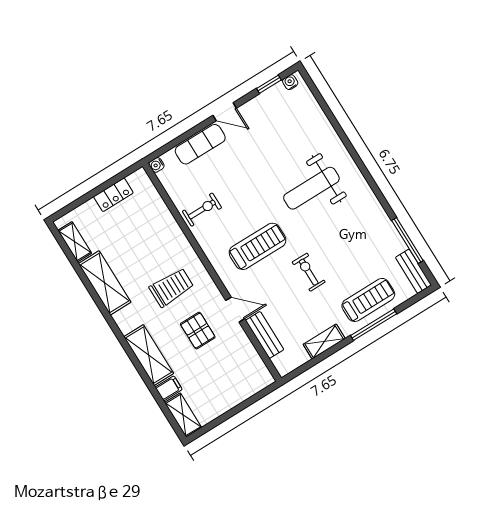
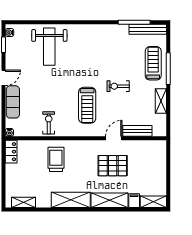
weight bench: (311, 188) -> (49, 47), moved
locker: (113, 195) -> (11, 152), moved
treadmill: (258, 246) -> (87, 105), turned 180
bench: (413, 271) -> (148, 29), width x1.36
shelving: (105, 283) -> (71, 200), moved
trolley: (171, 287) -> (56, 159), moved
pallet: (198, 331) -> (113, 166), width x1.50, depth x1.42

